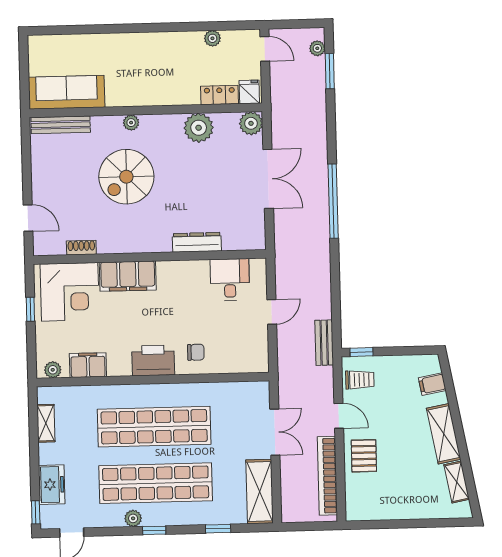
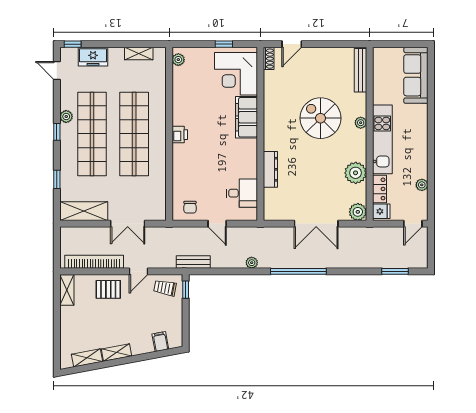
plant: (317, 48) -> (252, 263), moved
sofa: (67, 92) -> (416, 75), moved, turned 180
kitchen unit: (153, 93) -> (382, 139), added
shoe rack: (81, 248) -> (269, 59), moved
chair: (196, 352) -> (190, 207), moved
printer: (153, 360) -> (180, 135), width x0.53, depth x0.68
filing cabinet: (88, 365) -> (181, 86), removed
trolley: (360, 380) -> (165, 288), turned 101
shelving: (444, 434) -> (117, 353), width x0.67, depth x0.75
shelving: (366, 511) -> (67, 290), added

